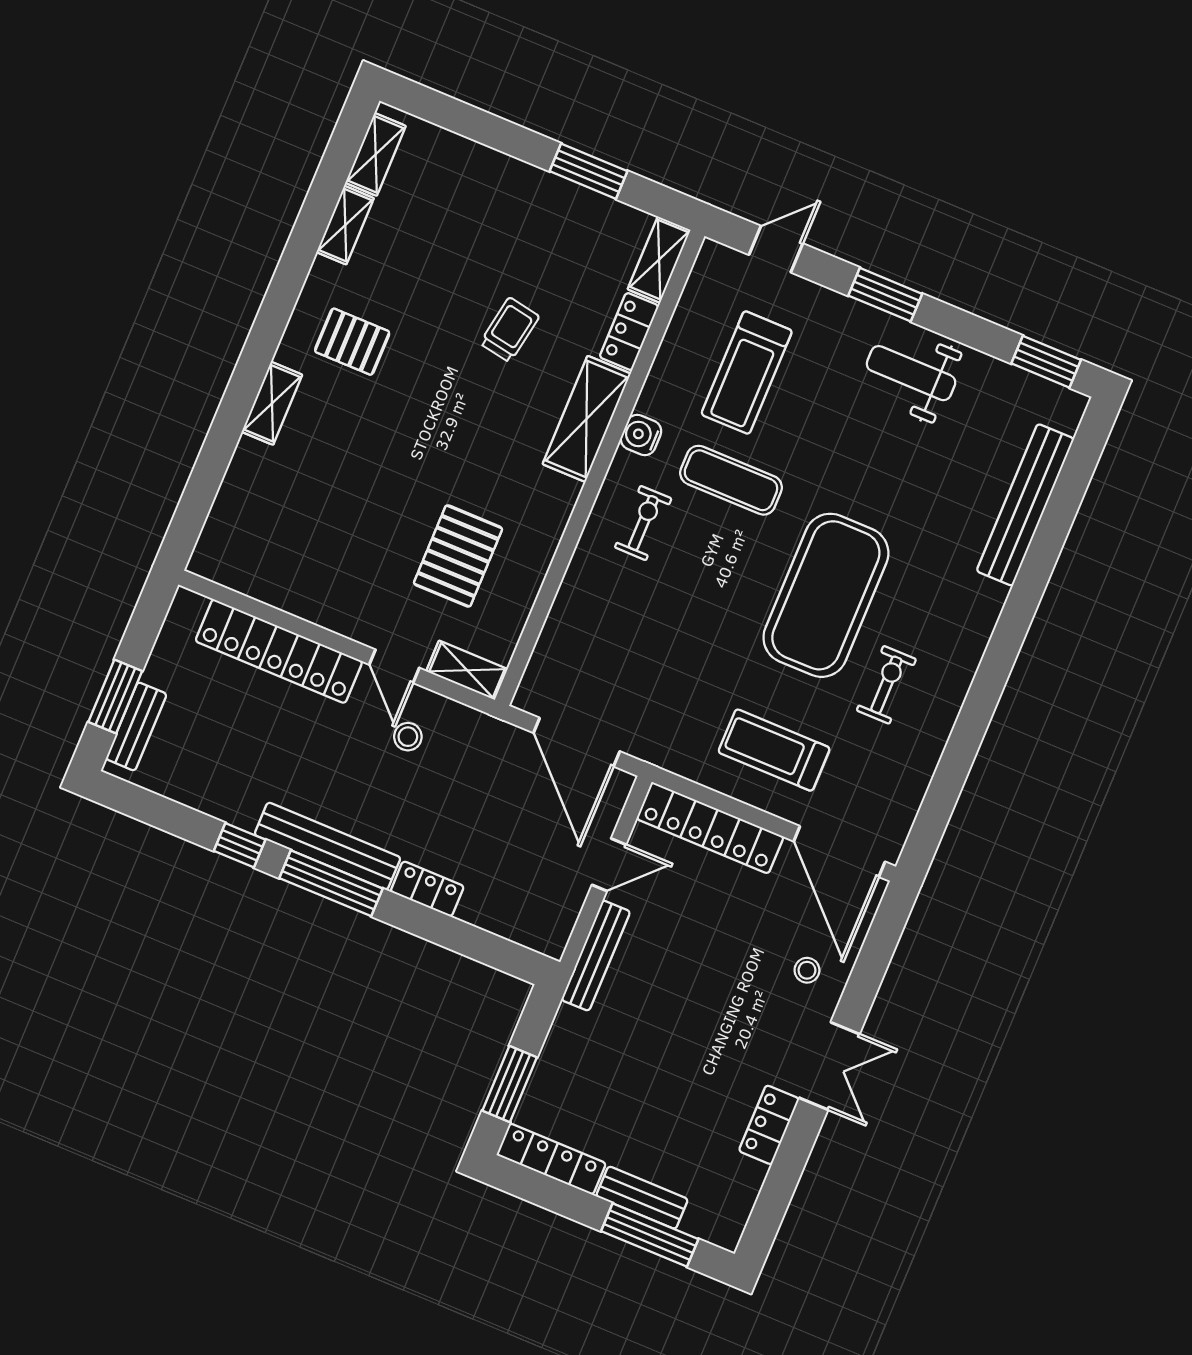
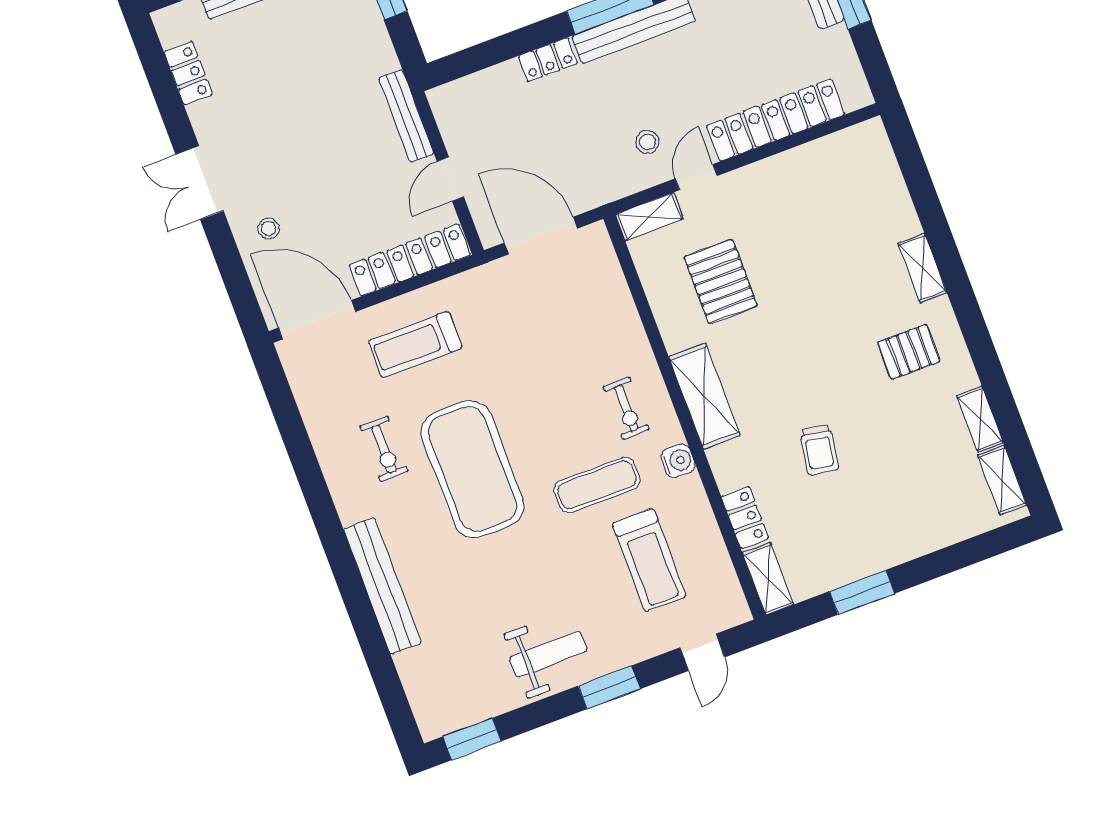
treadmill: (747, 373) -> (649, 560), turned 180
shelving: (587, 419) -> (704, 396), moved
bench: (1025, 505) -> (382, 586), moved
door: (394, 666) -> (696, 177), hinge flipped
treadmill: (774, 750) -> (415, 344), turned 180
locker: (769, 1125) -> (188, 73), moved

